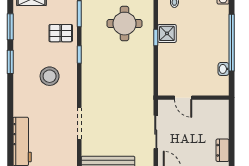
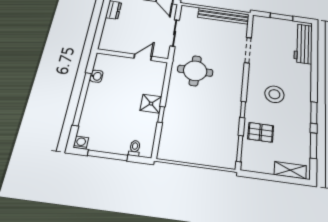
round table: (125, 24) -> (195, 71), moved
shower: (167, 33) -> (151, 104), moved
door: (183, 98) -> (143, 57), hinge flipped

